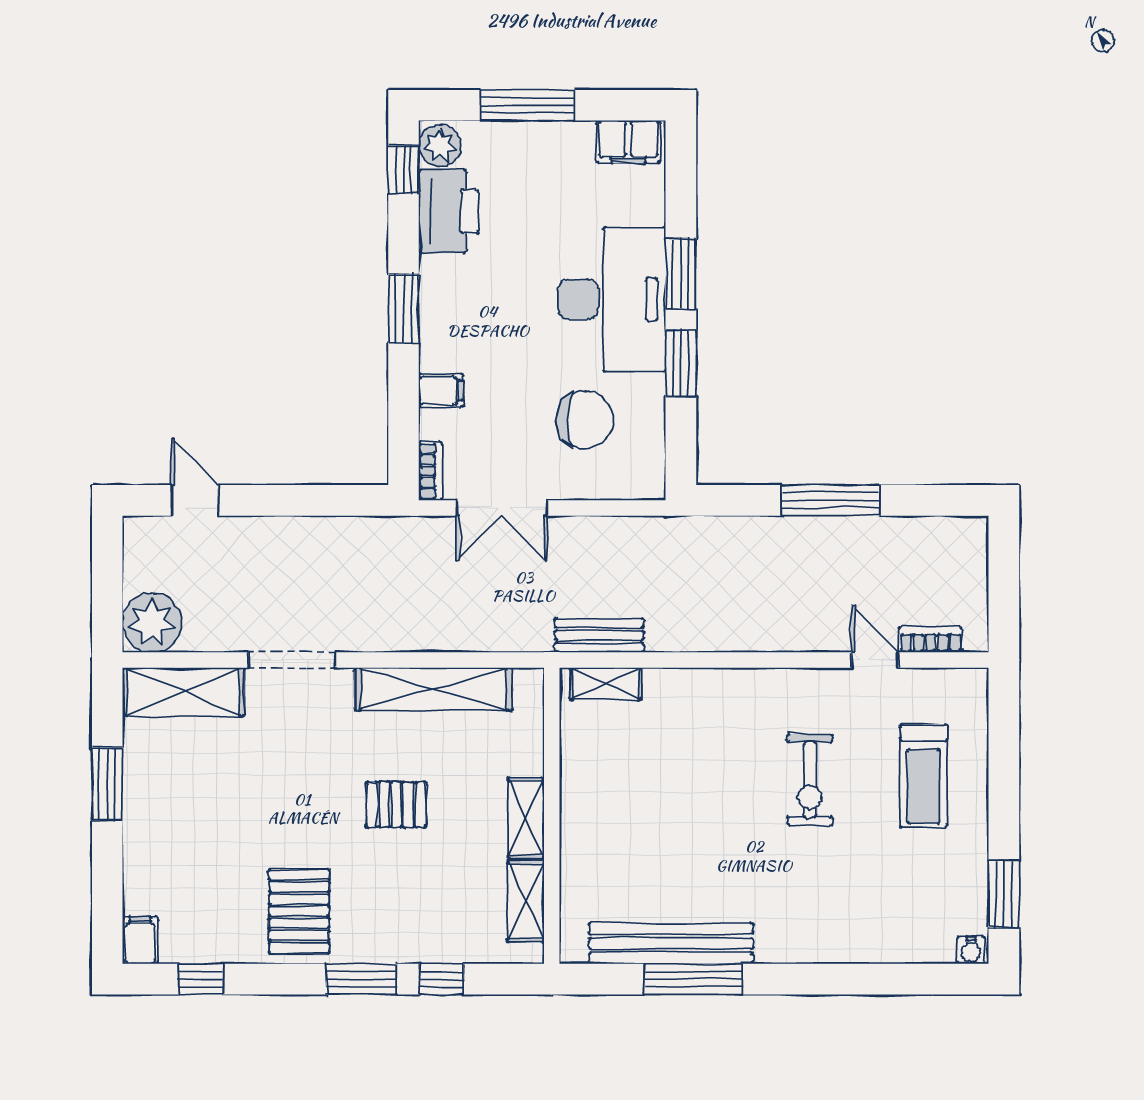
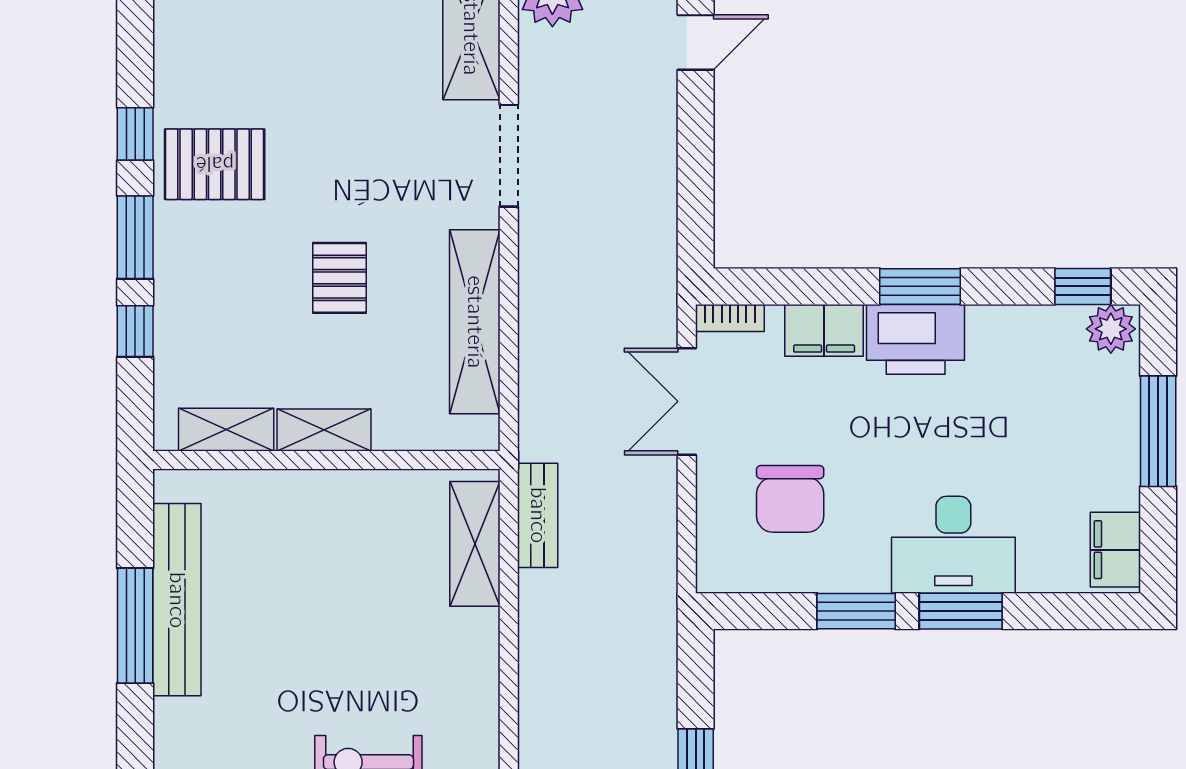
printer: (449, 211) -> (916, 339), moved
desk: (612, 299) -> (953, 545), width x0.73, depth x0.77
filing cabinet: (441, 391) -> (824, 330), width x2.00
shelving: (606, 684) -> (475, 544), width x1.50, depth x1.33
window: (201, 979) -> (135, 134), moved

